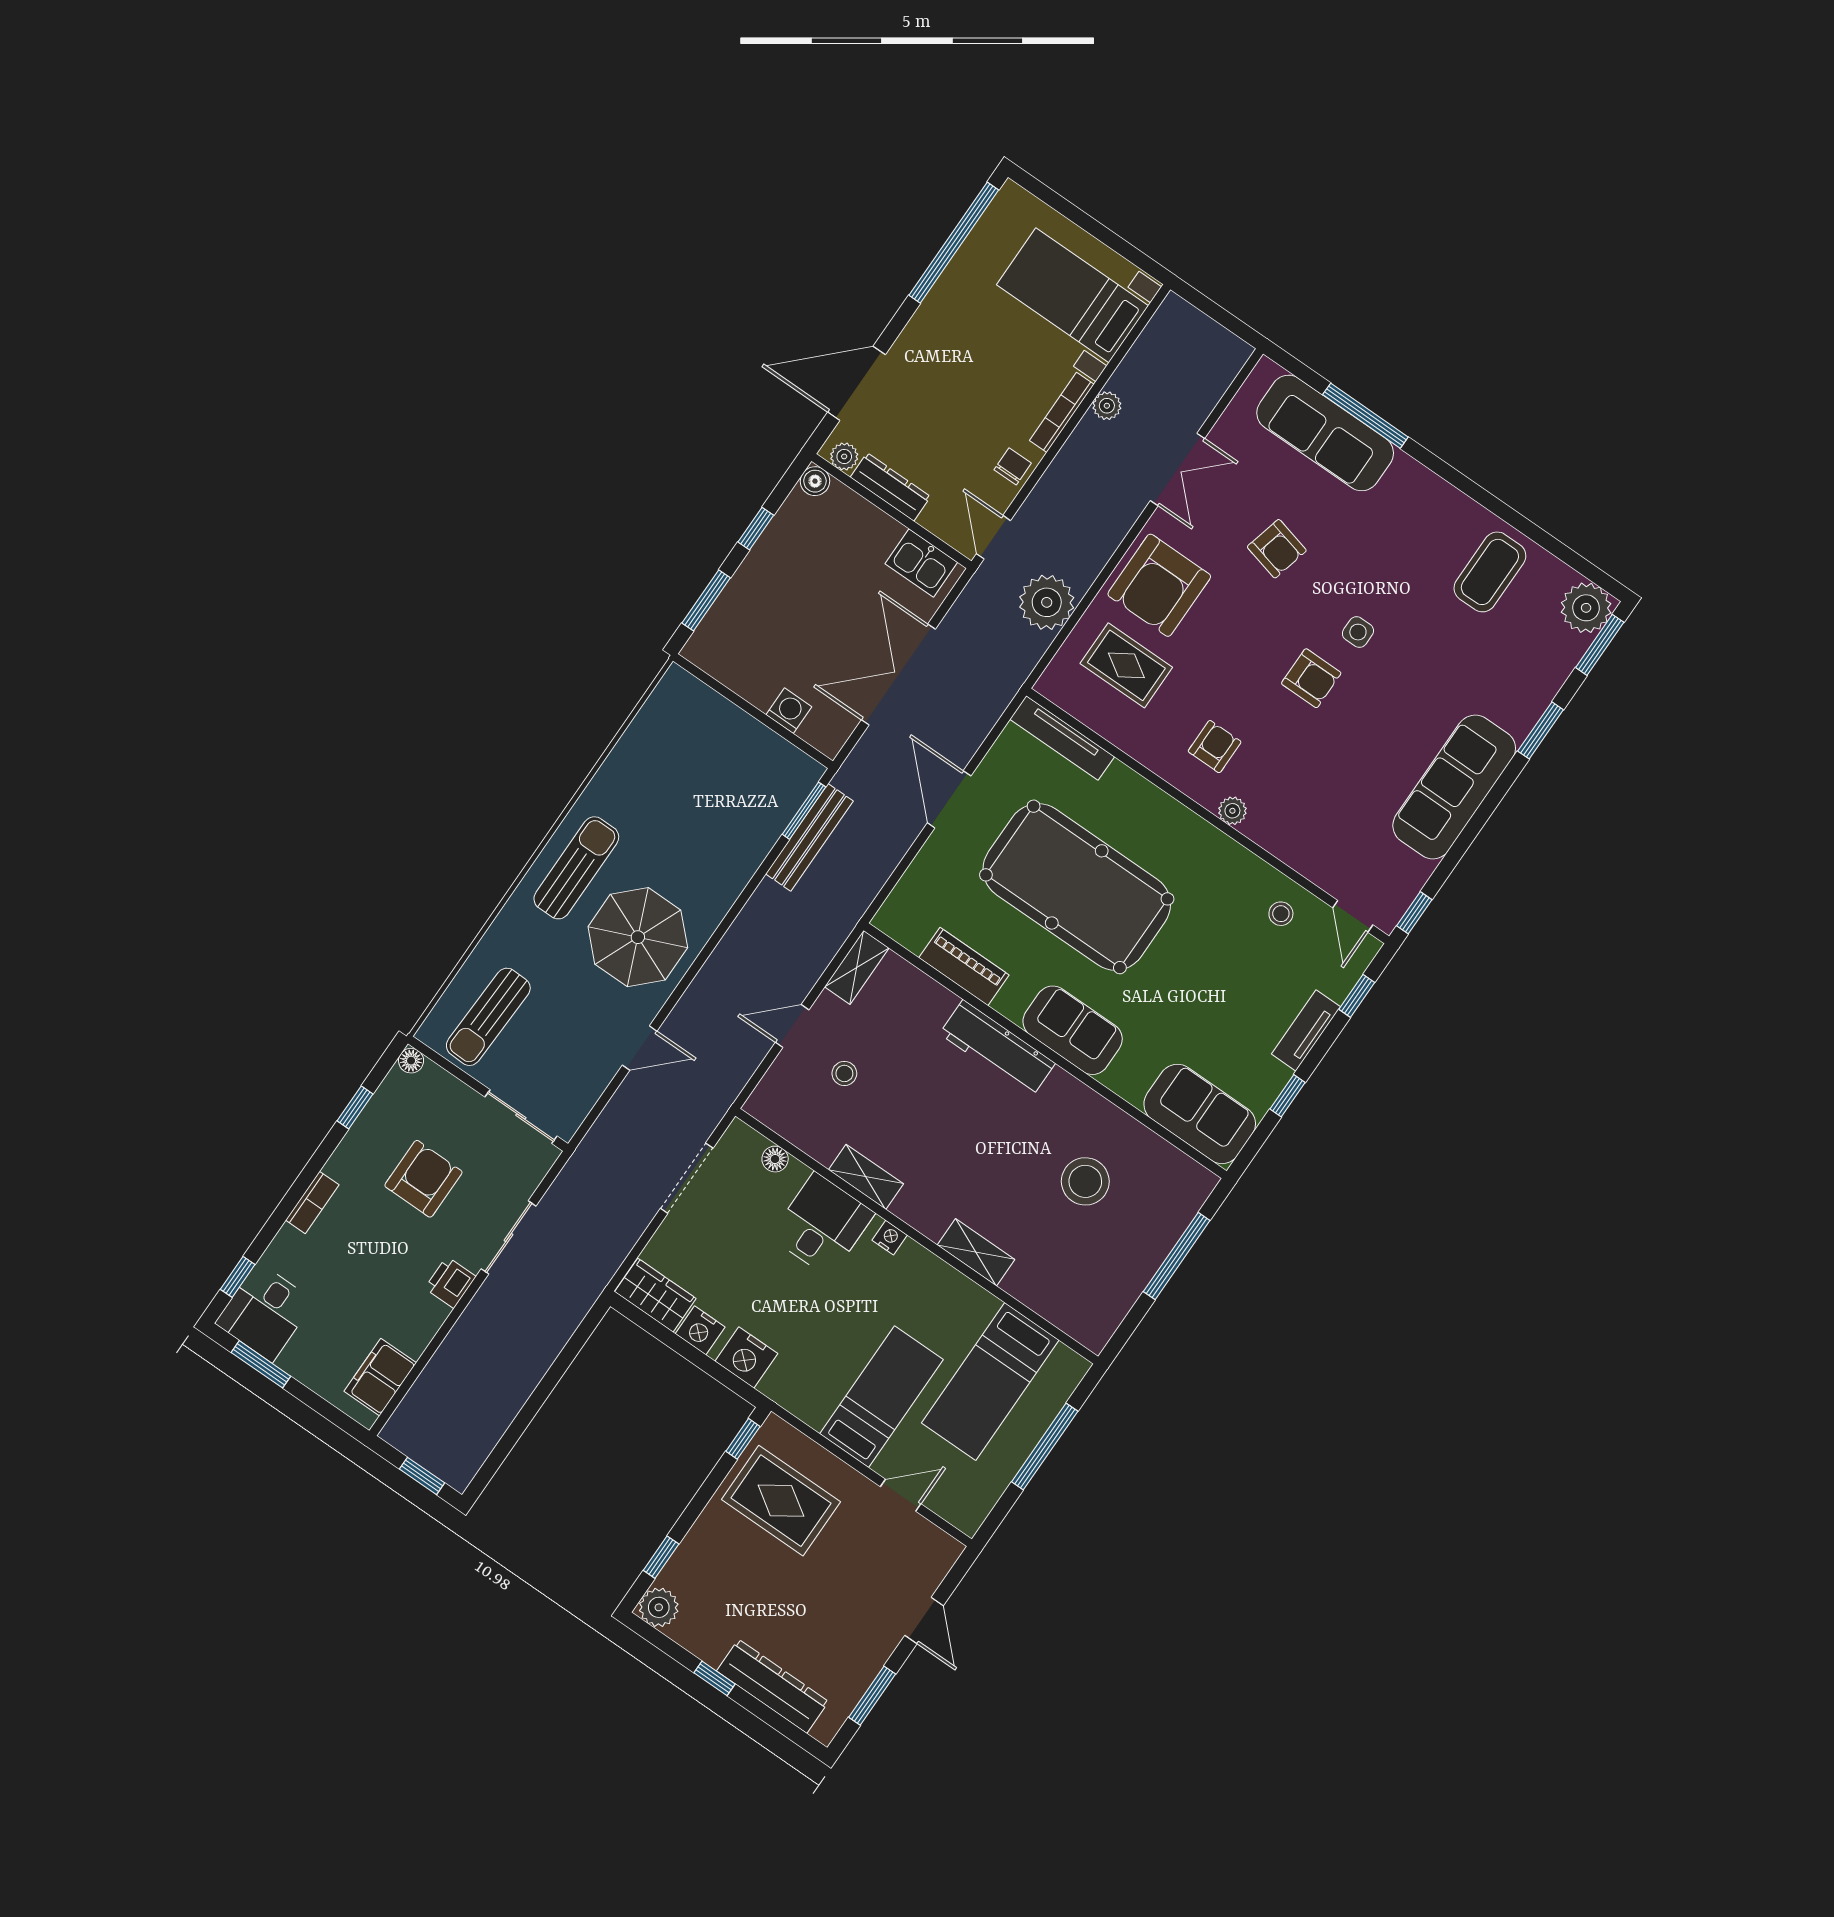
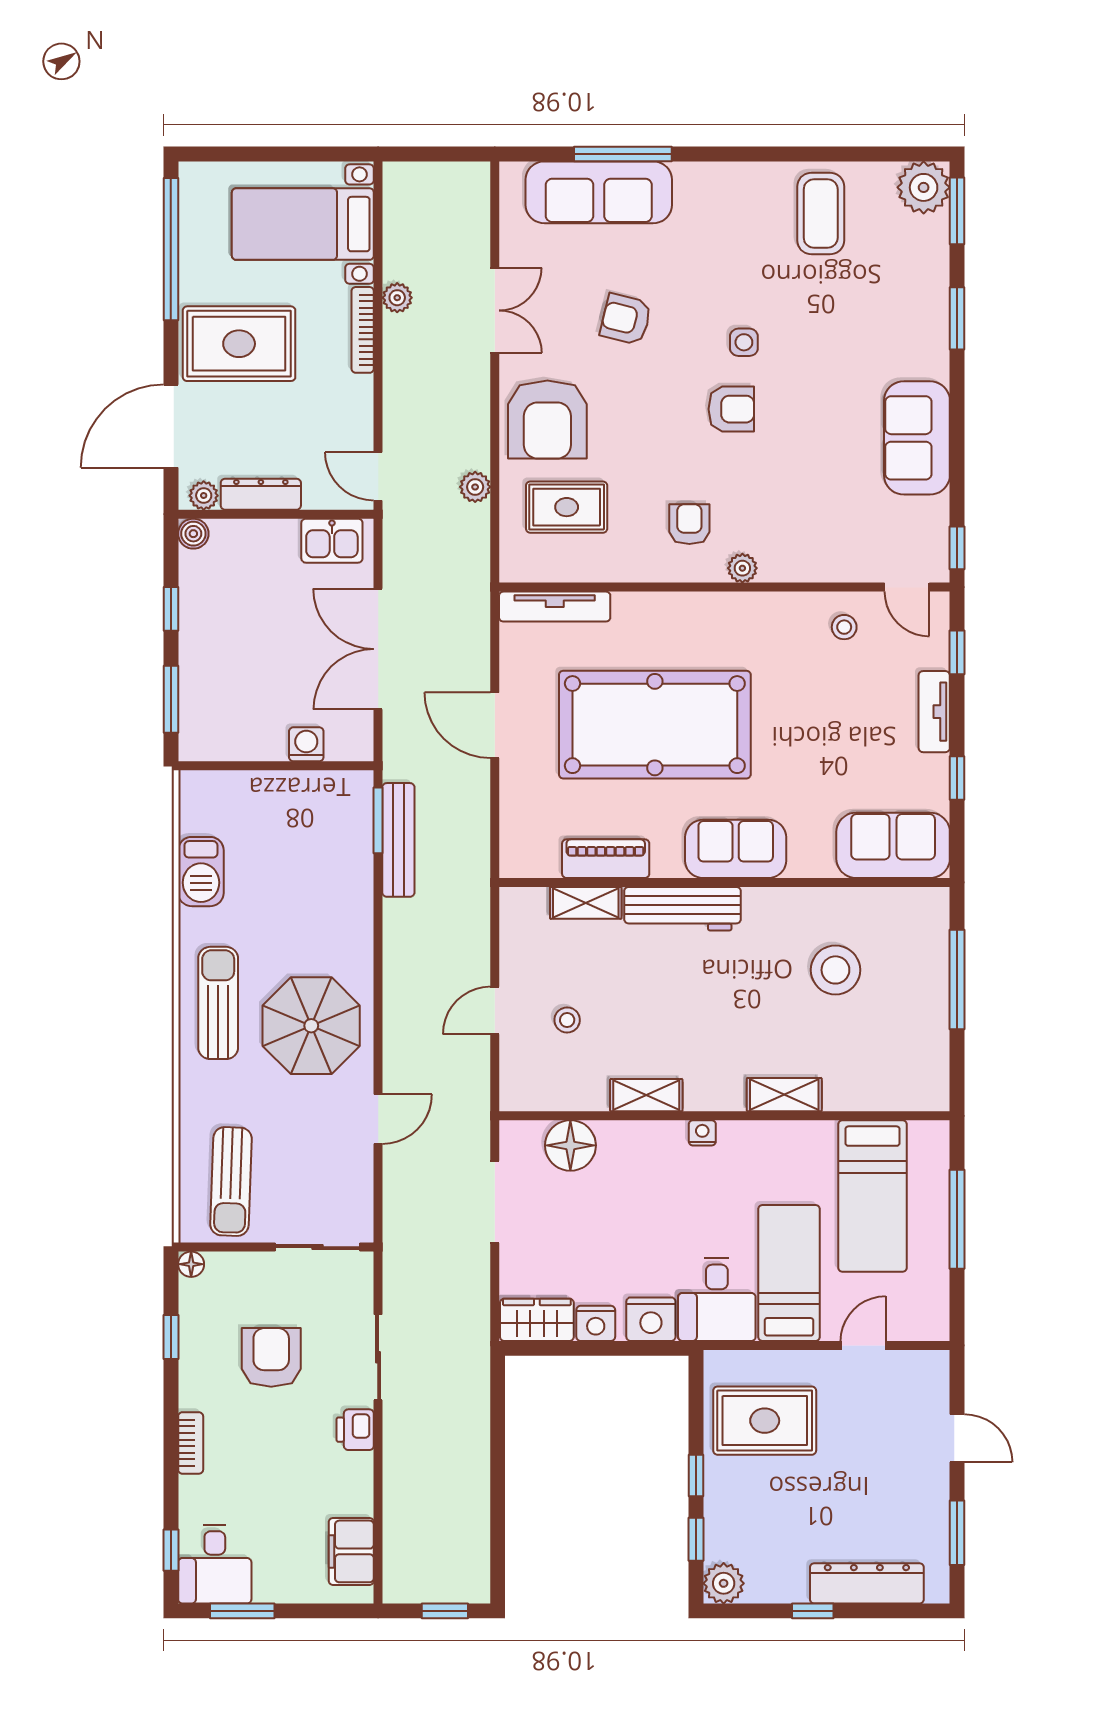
rug: (956, 355) -> (239, 344), added
chair: (1013, 466) -> (353, 405), removed
armchair: (1277, 549) -> (626, 319), turned 180
plant: (1047, 602) -> (475, 487), width x0.53, depth x0.53
barbecue: (635, 754) -> (201, 872), added
sofa: (1454, 787) -> (917, 438), width x0.73
shelving: (857, 967) -> (586, 903), moved, turned 90
floor lamp: (775, 1159) -> (570, 1145), width x1.89, depth x1.89
desk: (822, 1225) -> (717, 1299), moved, turned 180
window: (743, 1439) -> (696, 1476), moved

